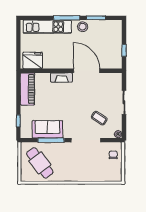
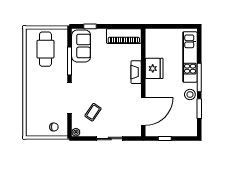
fridge: (33, 60) -> (154, 68), moved
door: (87, 71) -> (143, 111), moved
sofa: (47, 129) -> (81, 46), moved
cafe table: (40, 163) -> (45, 49), turned -53

